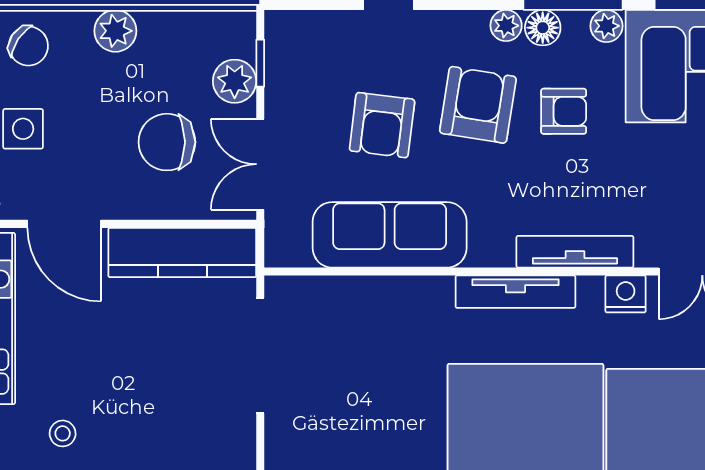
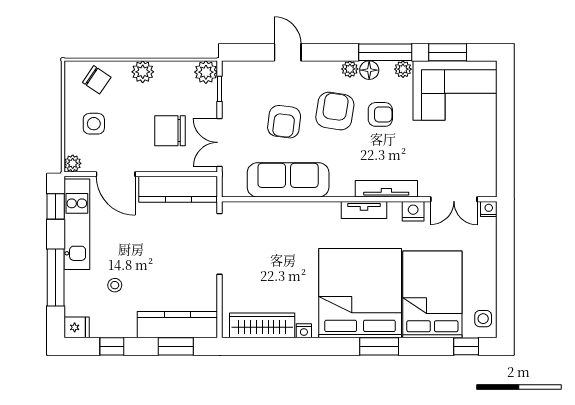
plant: (235, 81) -> (206, 72), moved
tv unit: (515, 292) -> (364, 210), width x0.71

